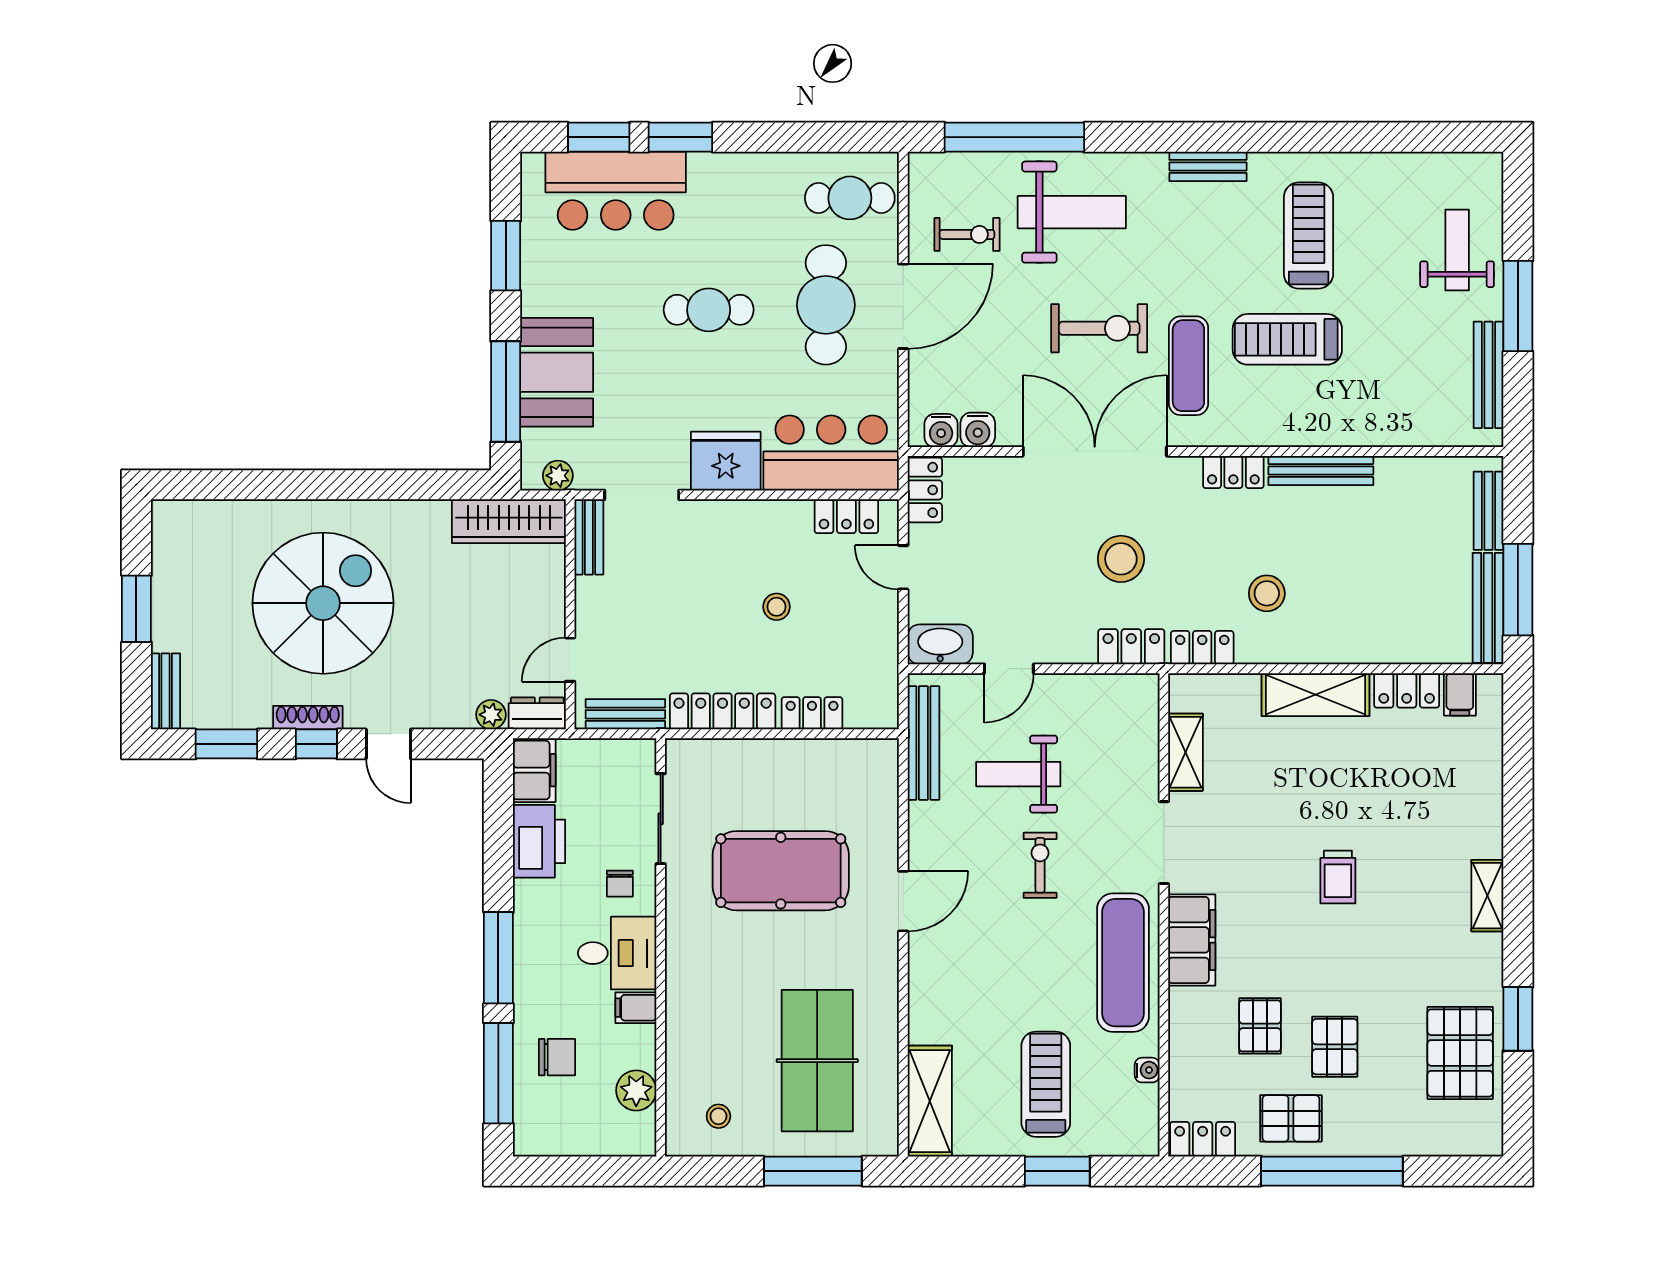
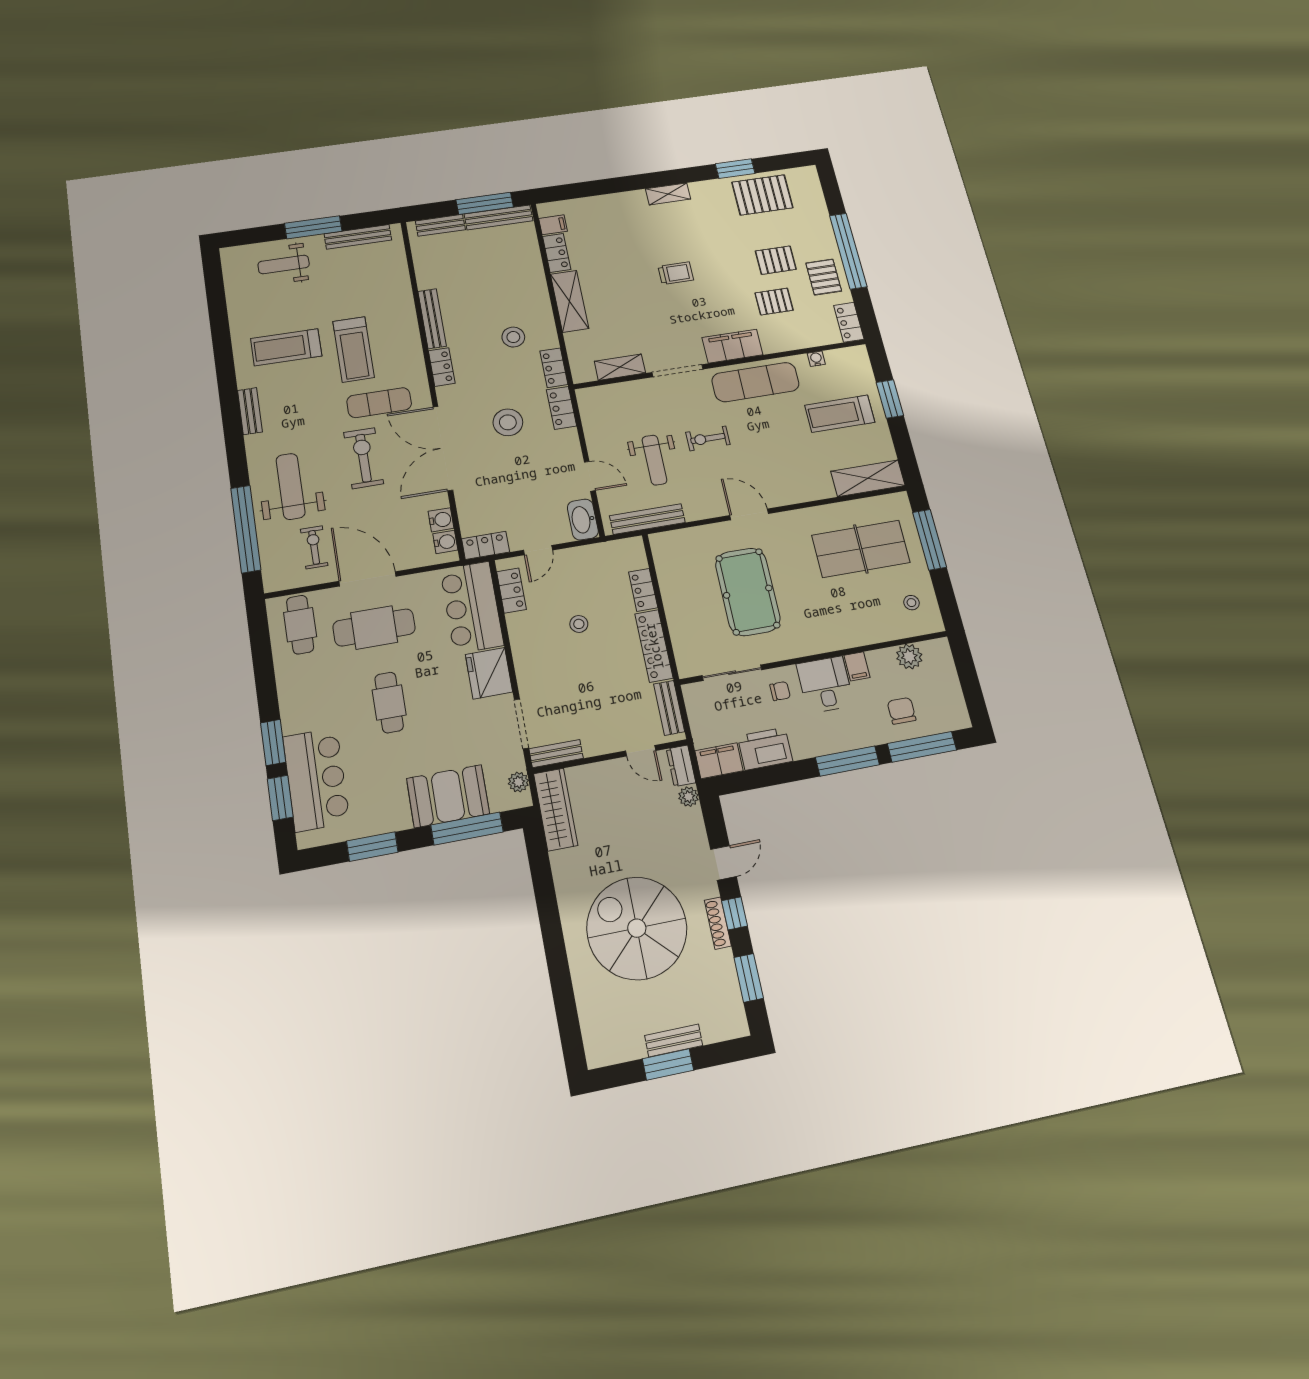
bench: (165, 691) -> (674, 1040), moved

